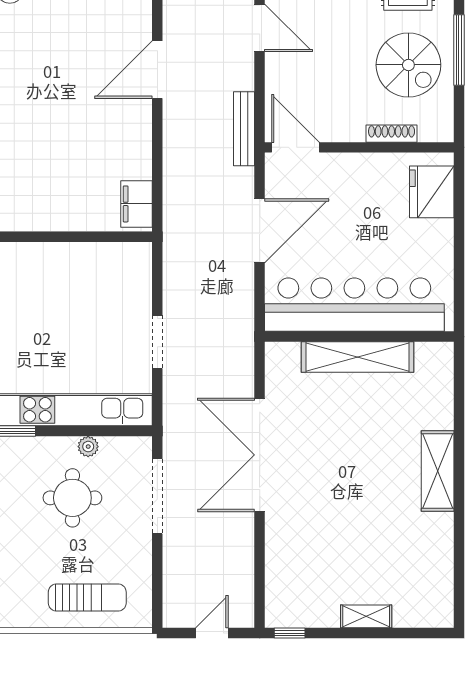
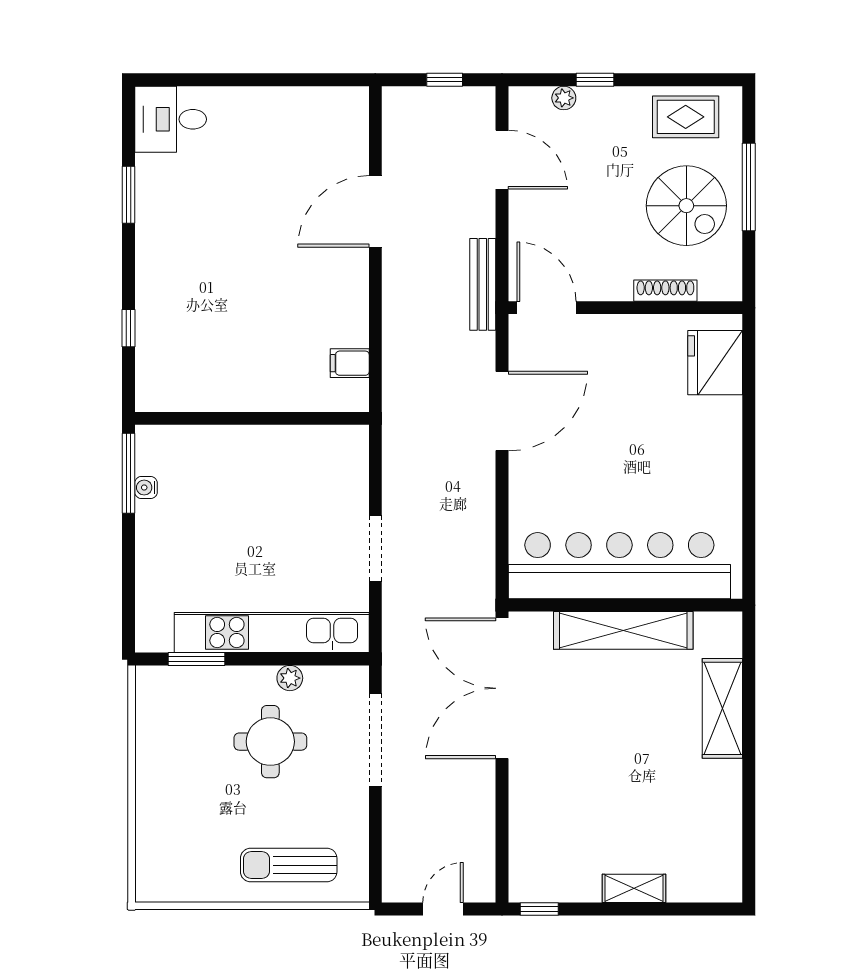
filing cabinet: (137, 204) -> (350, 363), width x0.50
bar counter: (354, 305) -> (619, 566), moved
wall: (359, 337) -> (625, 605), moved
shelving: (357, 357) -> (623, 630), moved
sun lounger: (87, 598) -> (289, 865), turned 180

